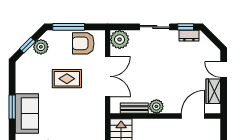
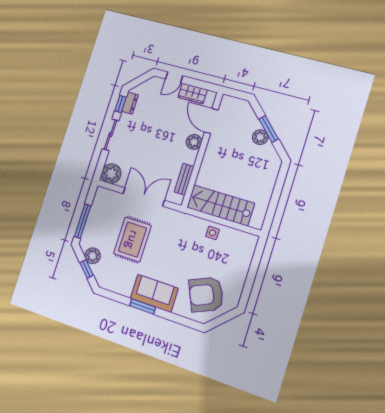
armchair: (83, 43) -> (103, 211), removed
rug: (67, 79) -> (132, 240), width x1.36, depth x1.43
plant: (156, 106) -> (194, 142), moved

